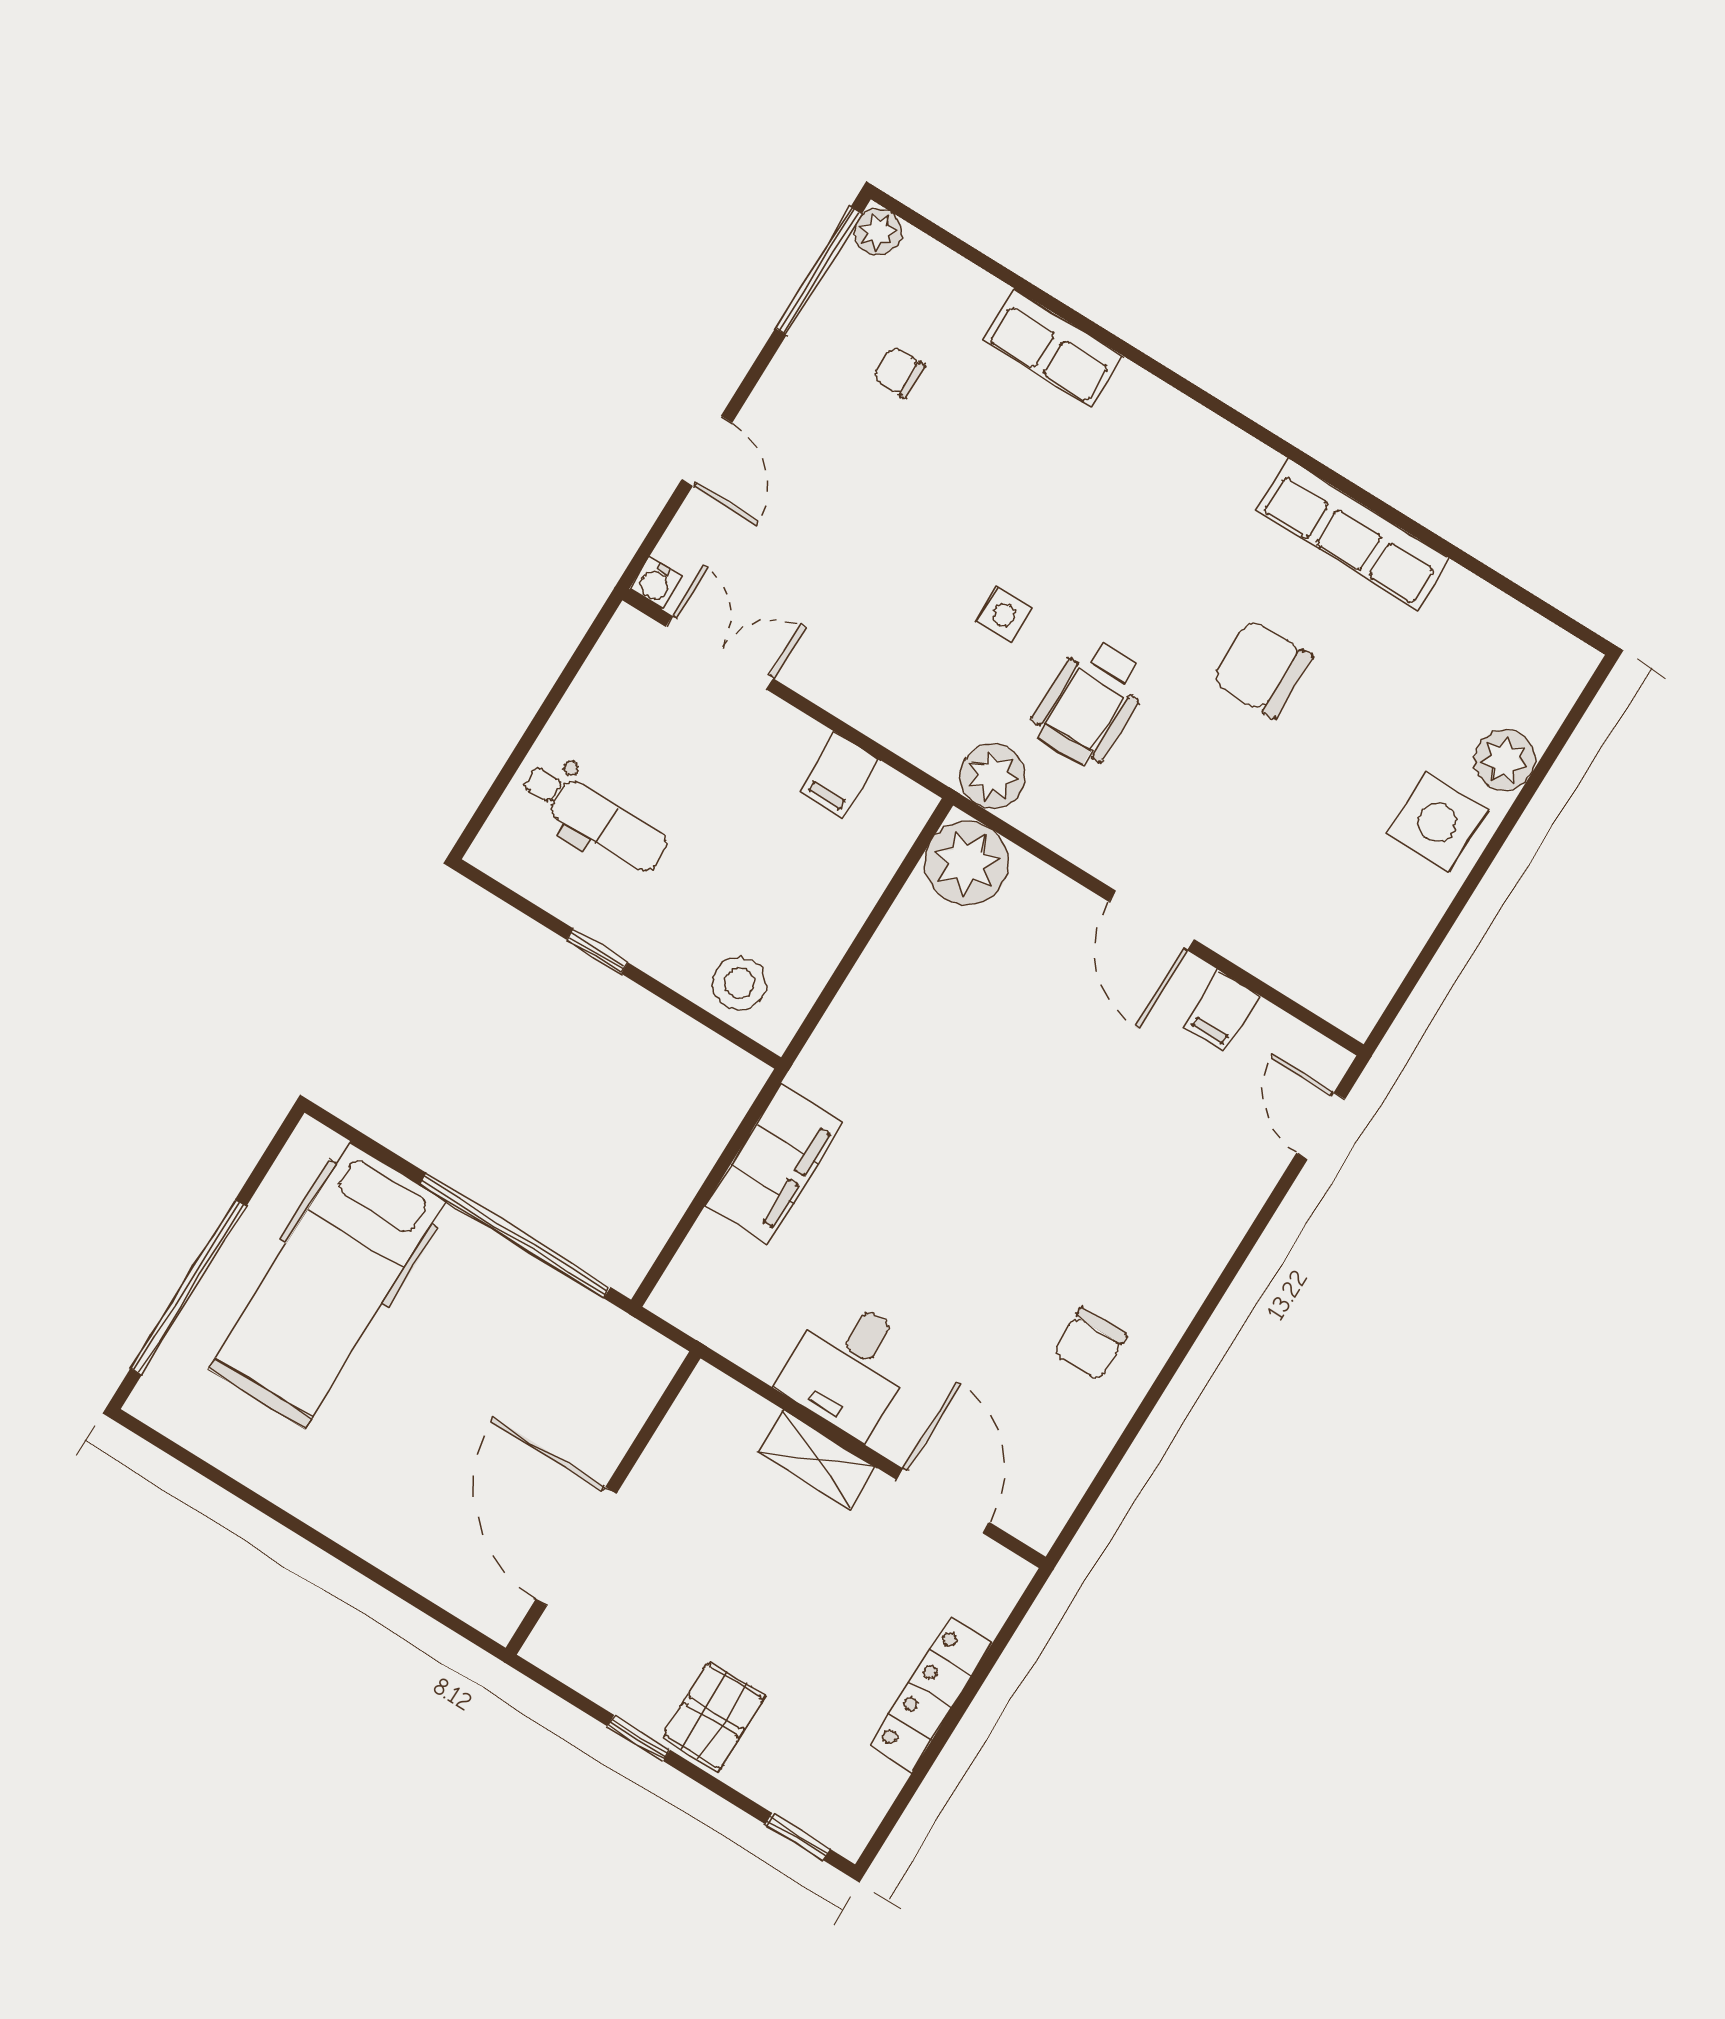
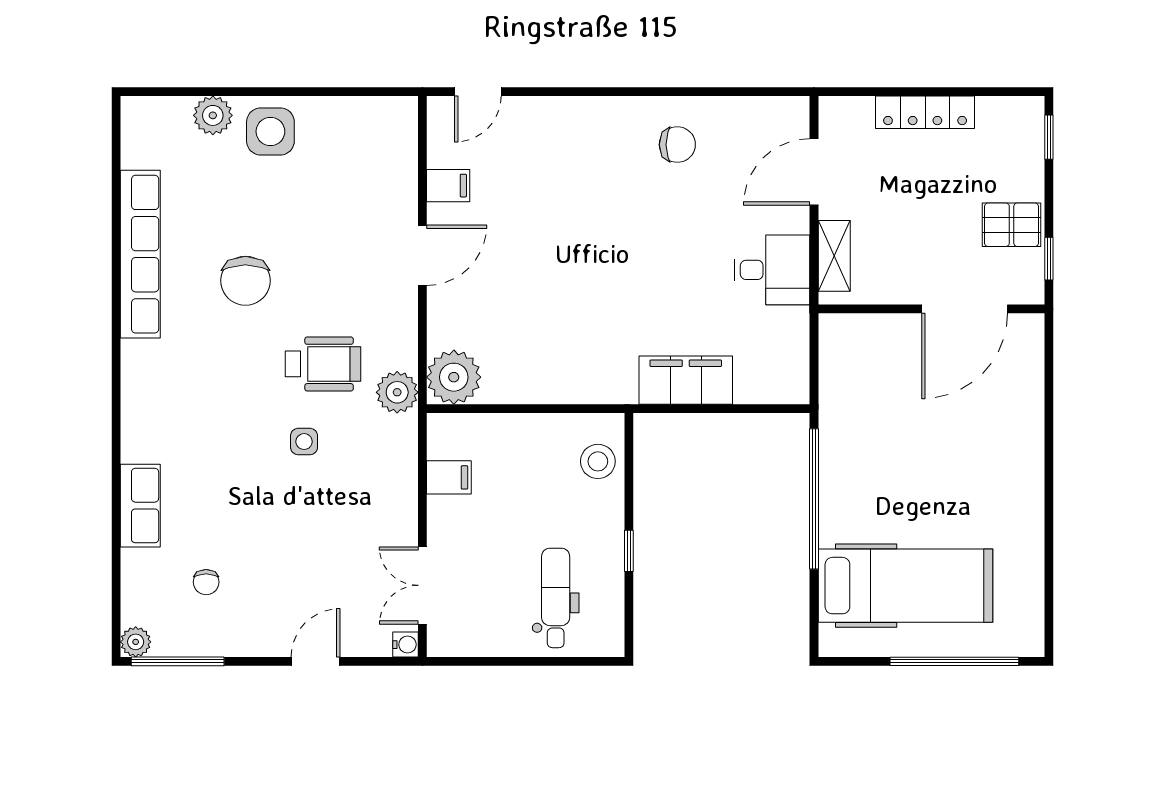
row of seats: (1353, 534) -> (140, 254), width x1.36
wall: (603, 1503) -> (931, 309), moved
door: (576, 1546) -> (965, 309), moved

